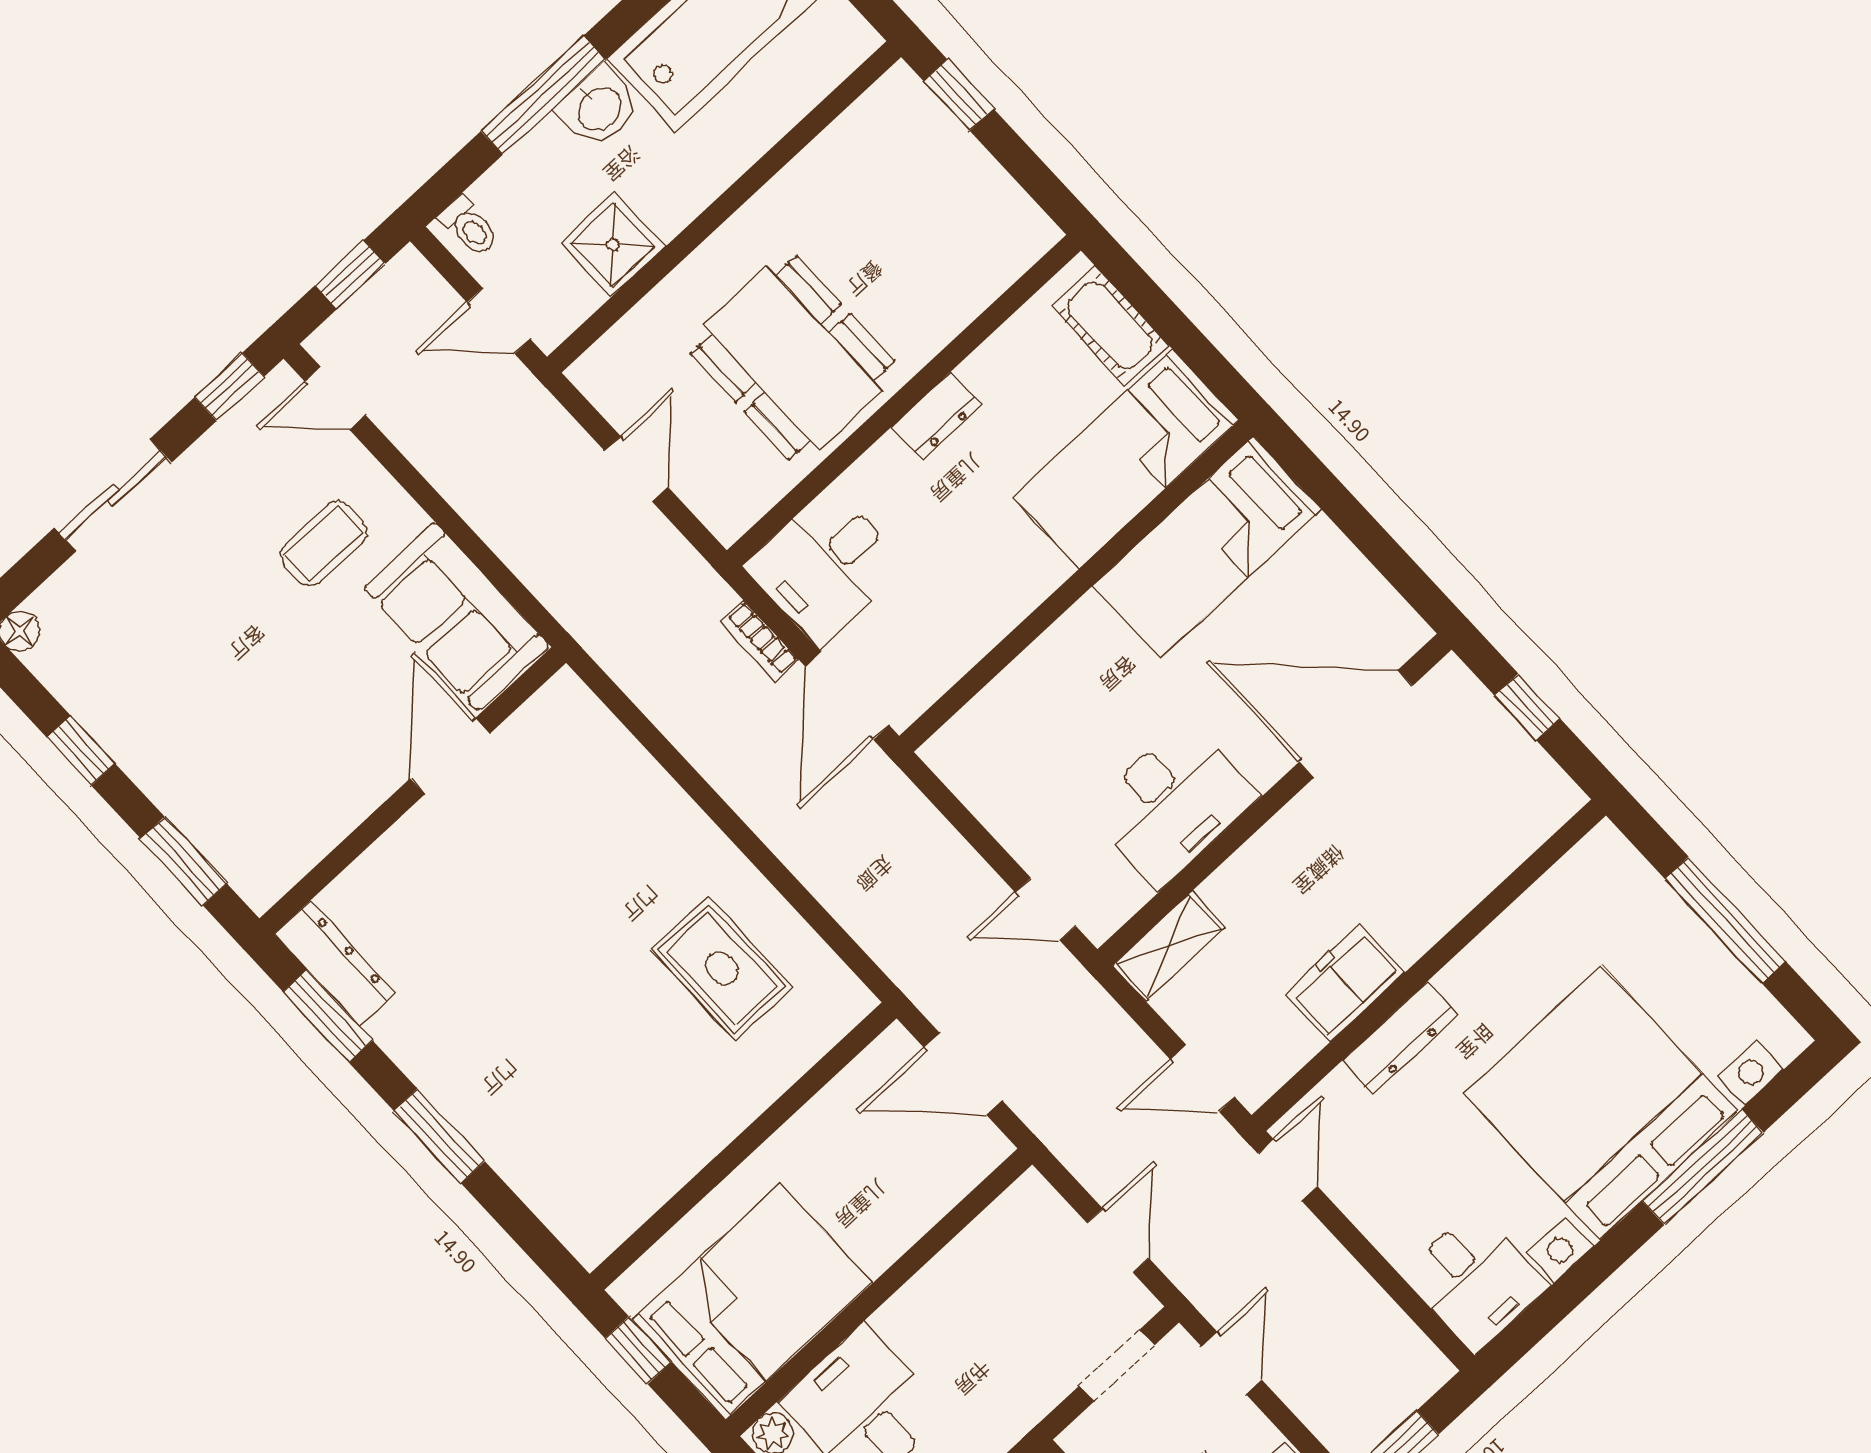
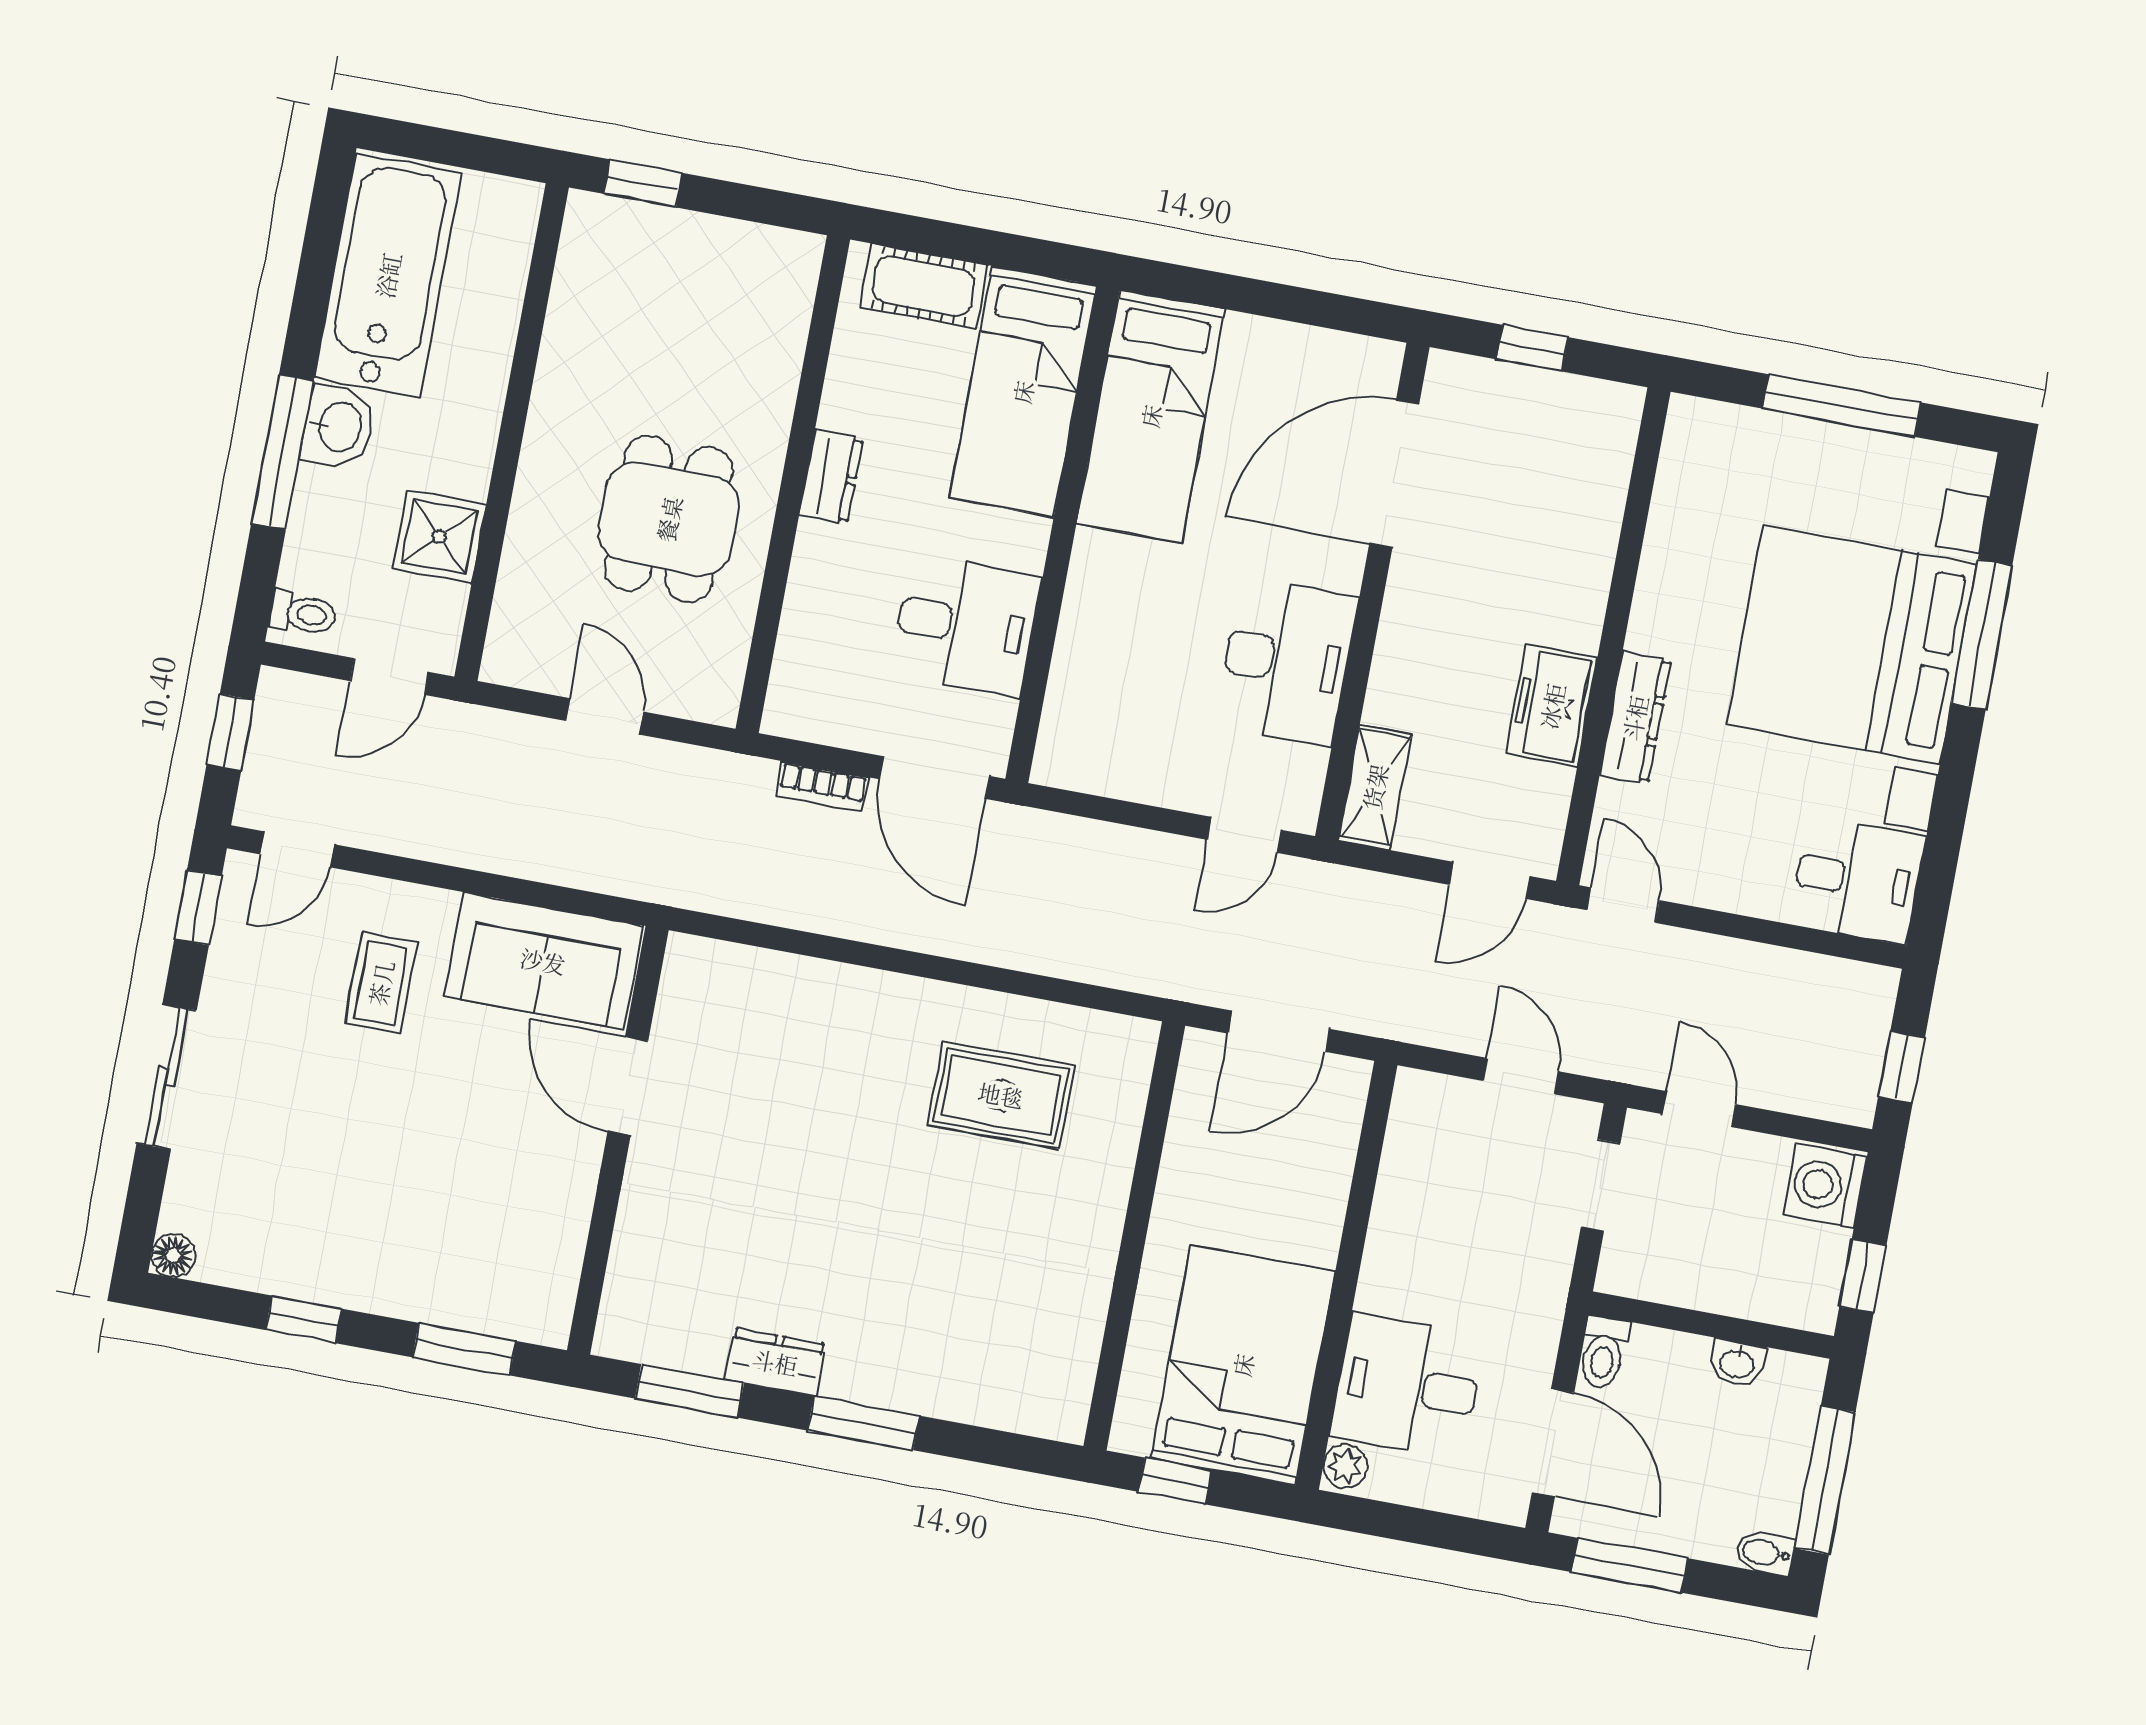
dining table: (793, 358) -> (669, 519), width x0.73
desk: (825, 566) -> (966, 625), moved, turned -90
dresser: (335, 964) -> (775, 1362), moved, width x0.70

